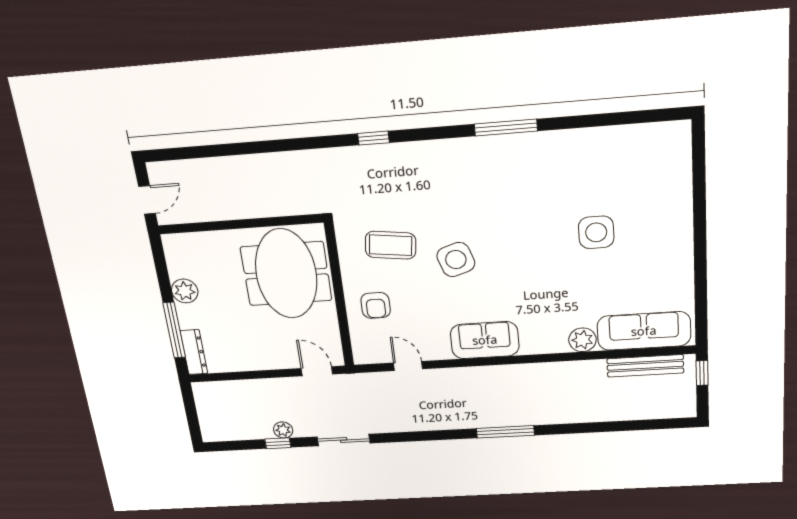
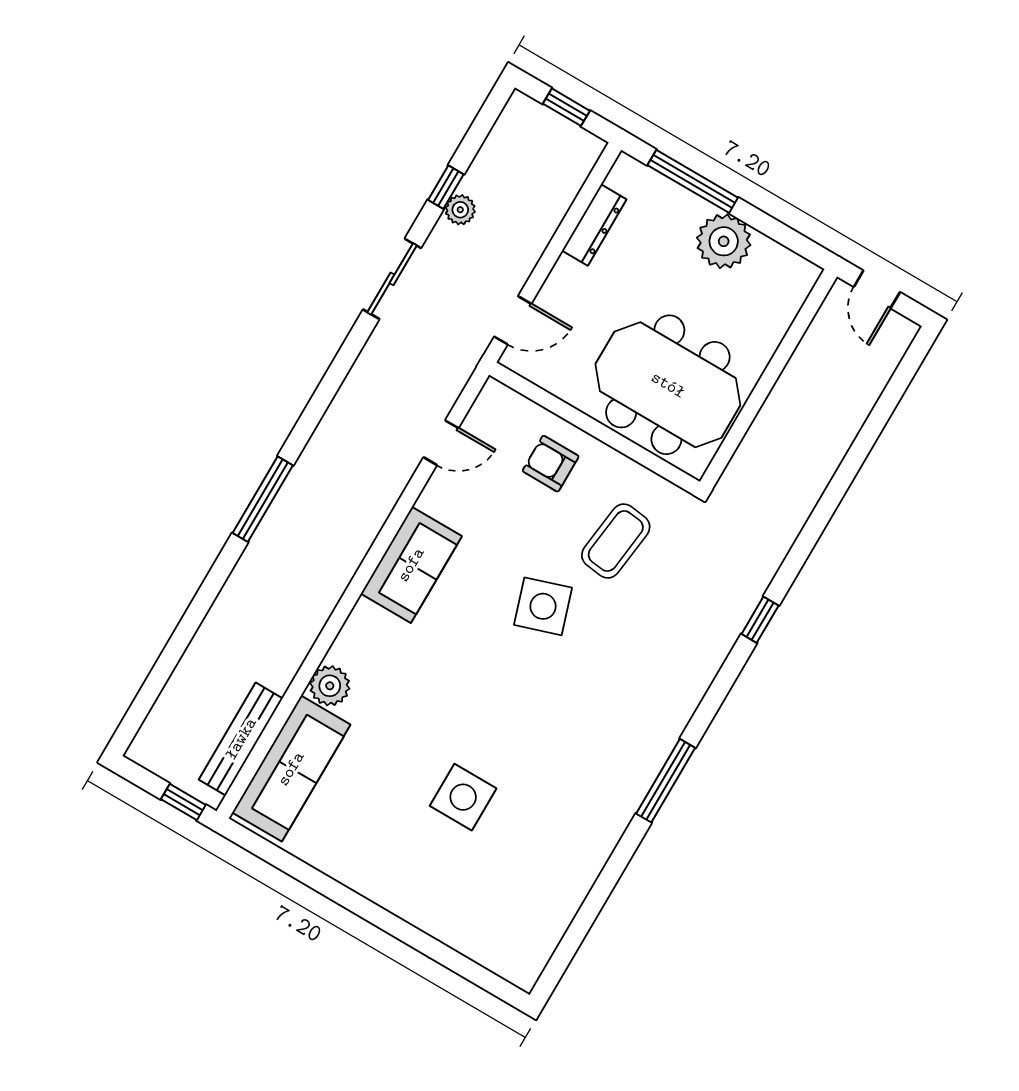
plant: (185, 291) -> (724, 241), width x1.36, depth x1.36
dresser: (194, 352) -> (594, 225), moved, turned -90
window: (191, 413) -> (566, 107), added

